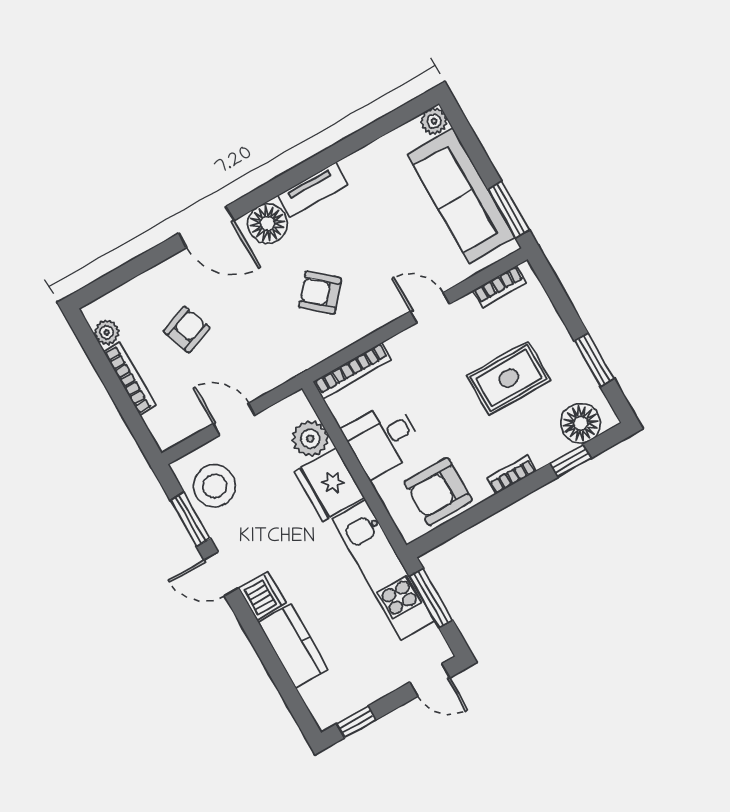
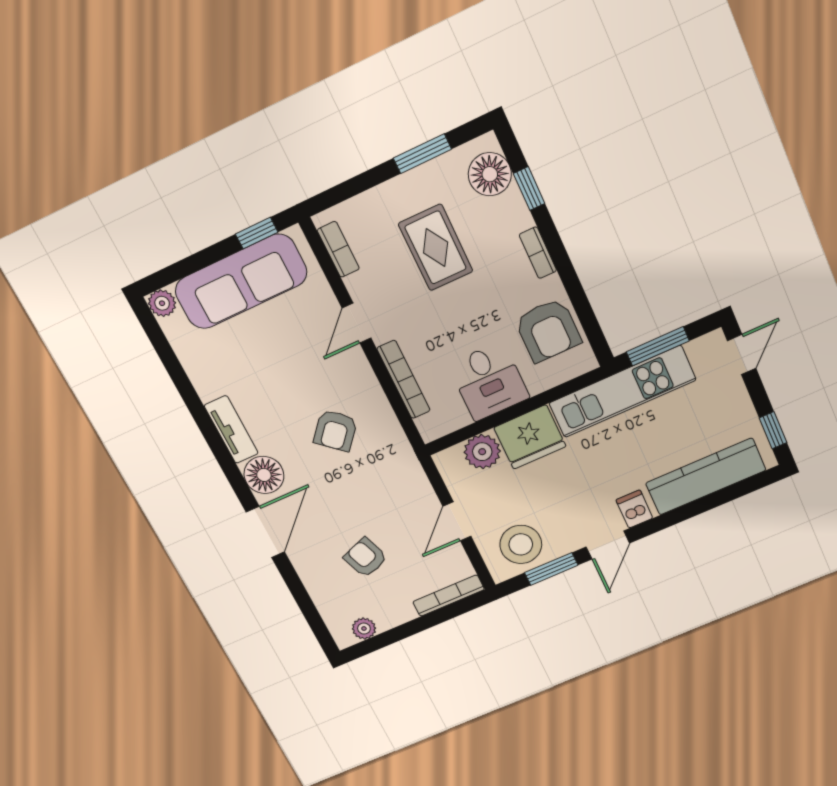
window: (509, 210) -> (257, 233), width x0.67
bookcase: (352, 371) -> (404, 380), moved
bookcase: (130, 379) -> (449, 596), moved
dishwasher: (262, 596) -> (634, 509), width x0.73
kitchen counter: (293, 646) -> (706, 477), width x1.50

